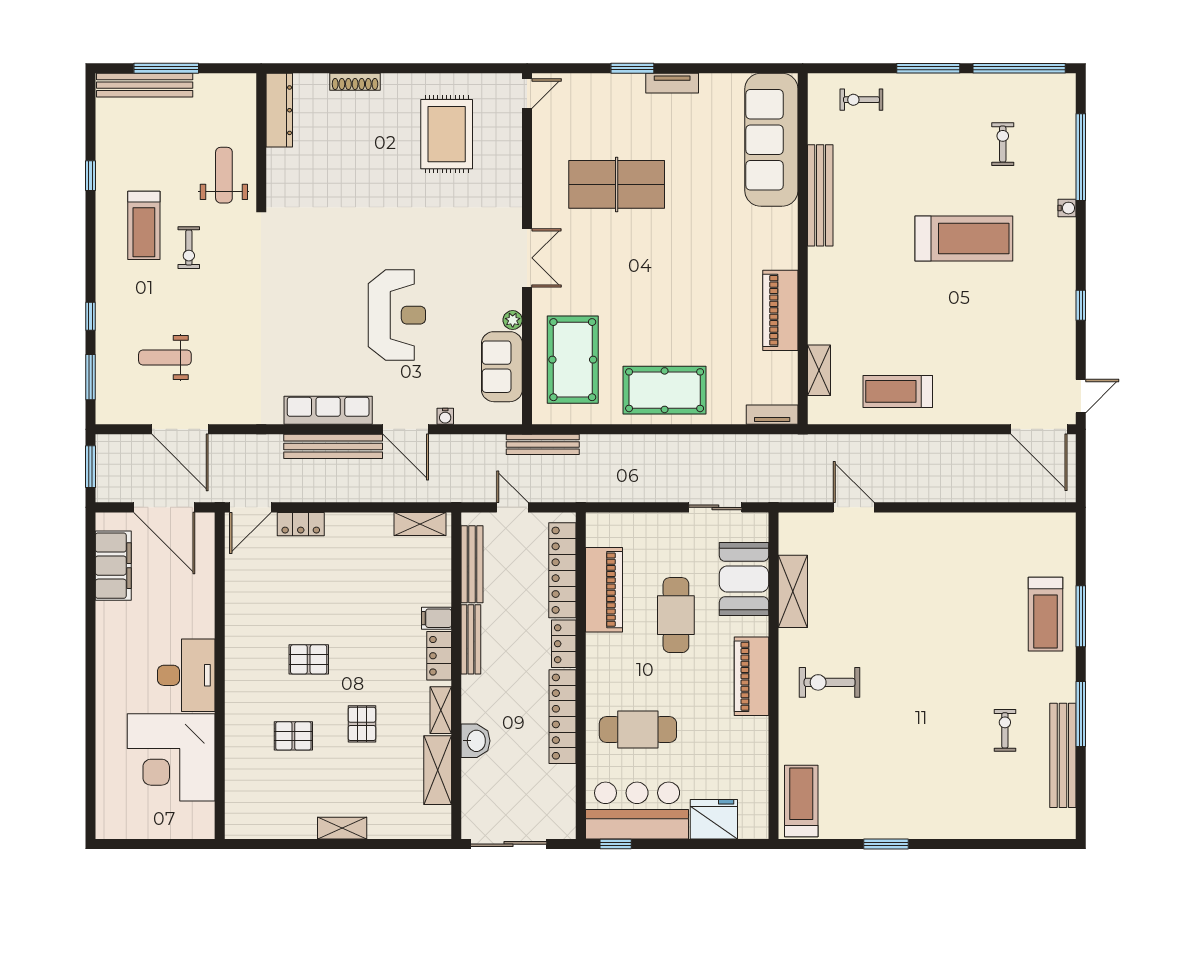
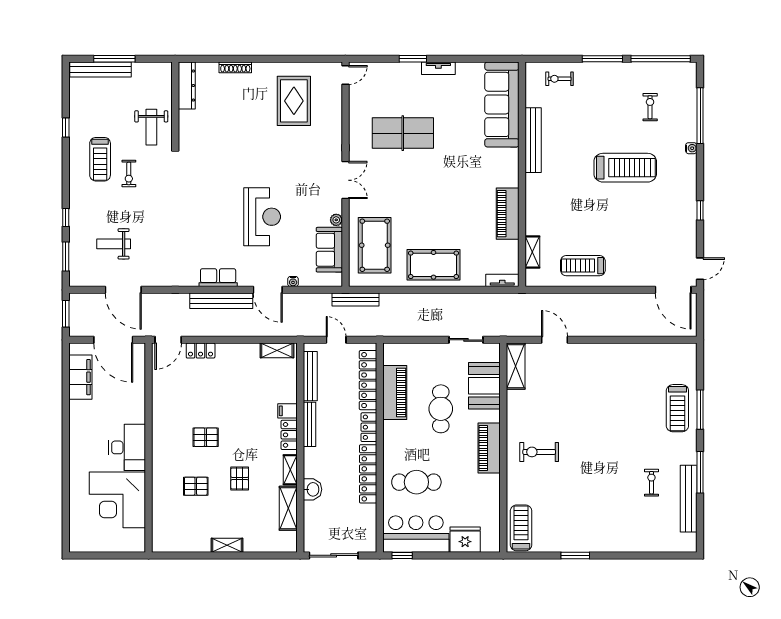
weight bench: (224, 175) -> (151, 127), turned 180
row of seats: (328, 410) -> (218, 278), width x0.68
shelving: (793, 591) -> (516, 366), moved

